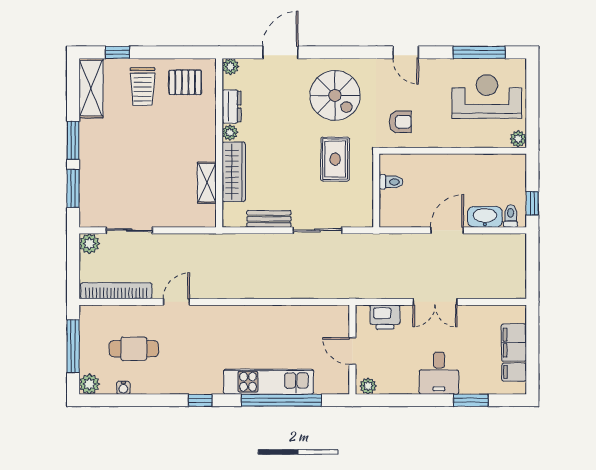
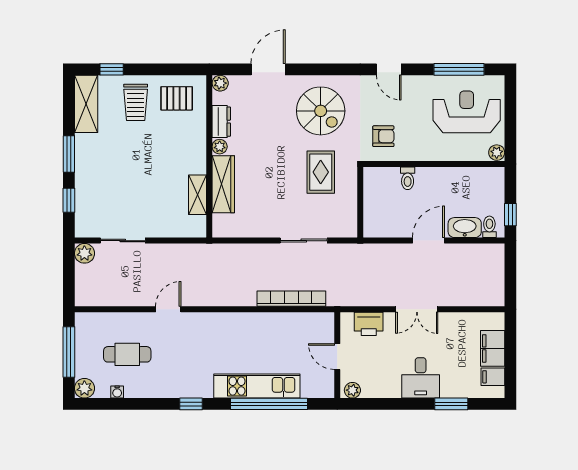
toilet: (391, 182) -> (408, 178), moved, turned 90
window: (73, 188) -> (69, 200), width x0.67
bench: (269, 219) -> (257, 230), removed
bookcase: (116, 291) -> (291, 299), moved

